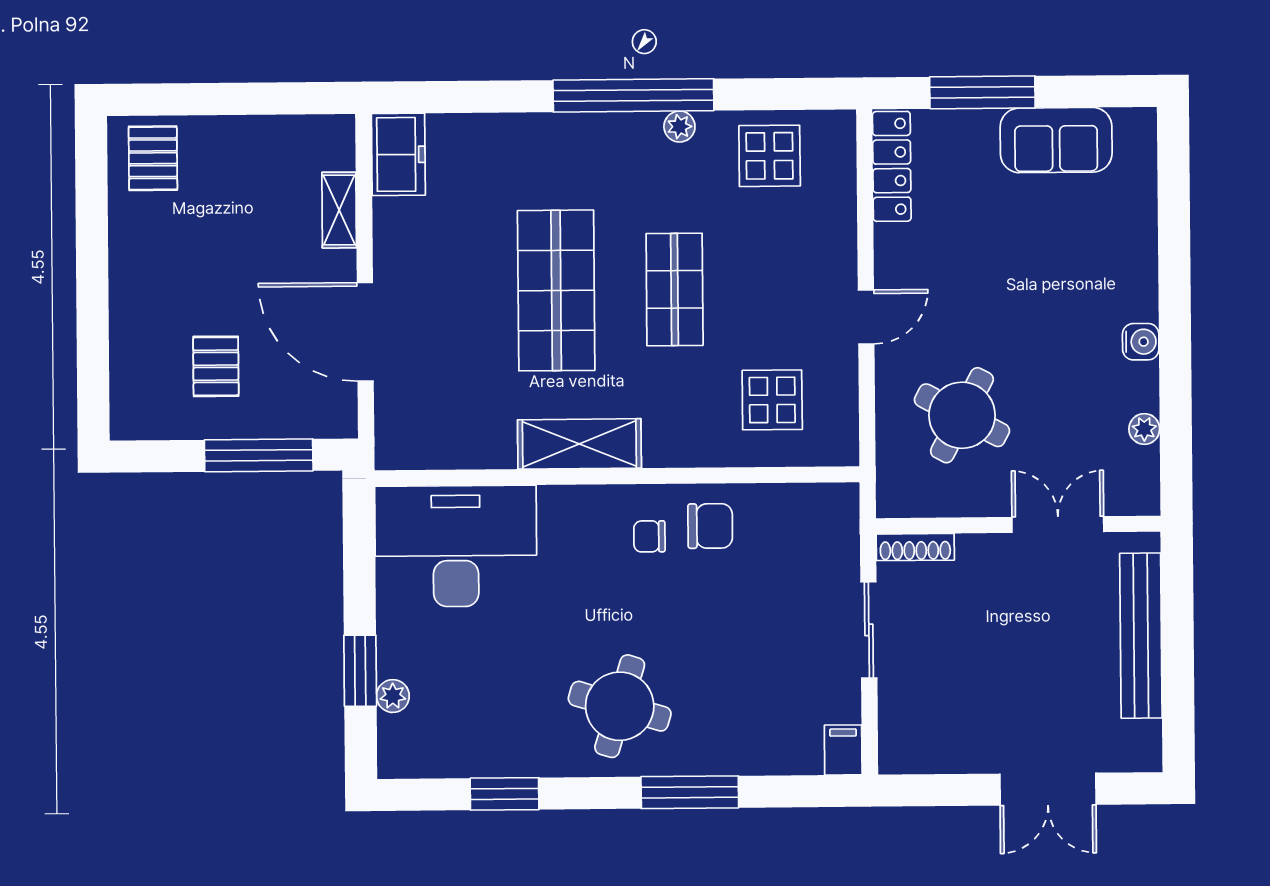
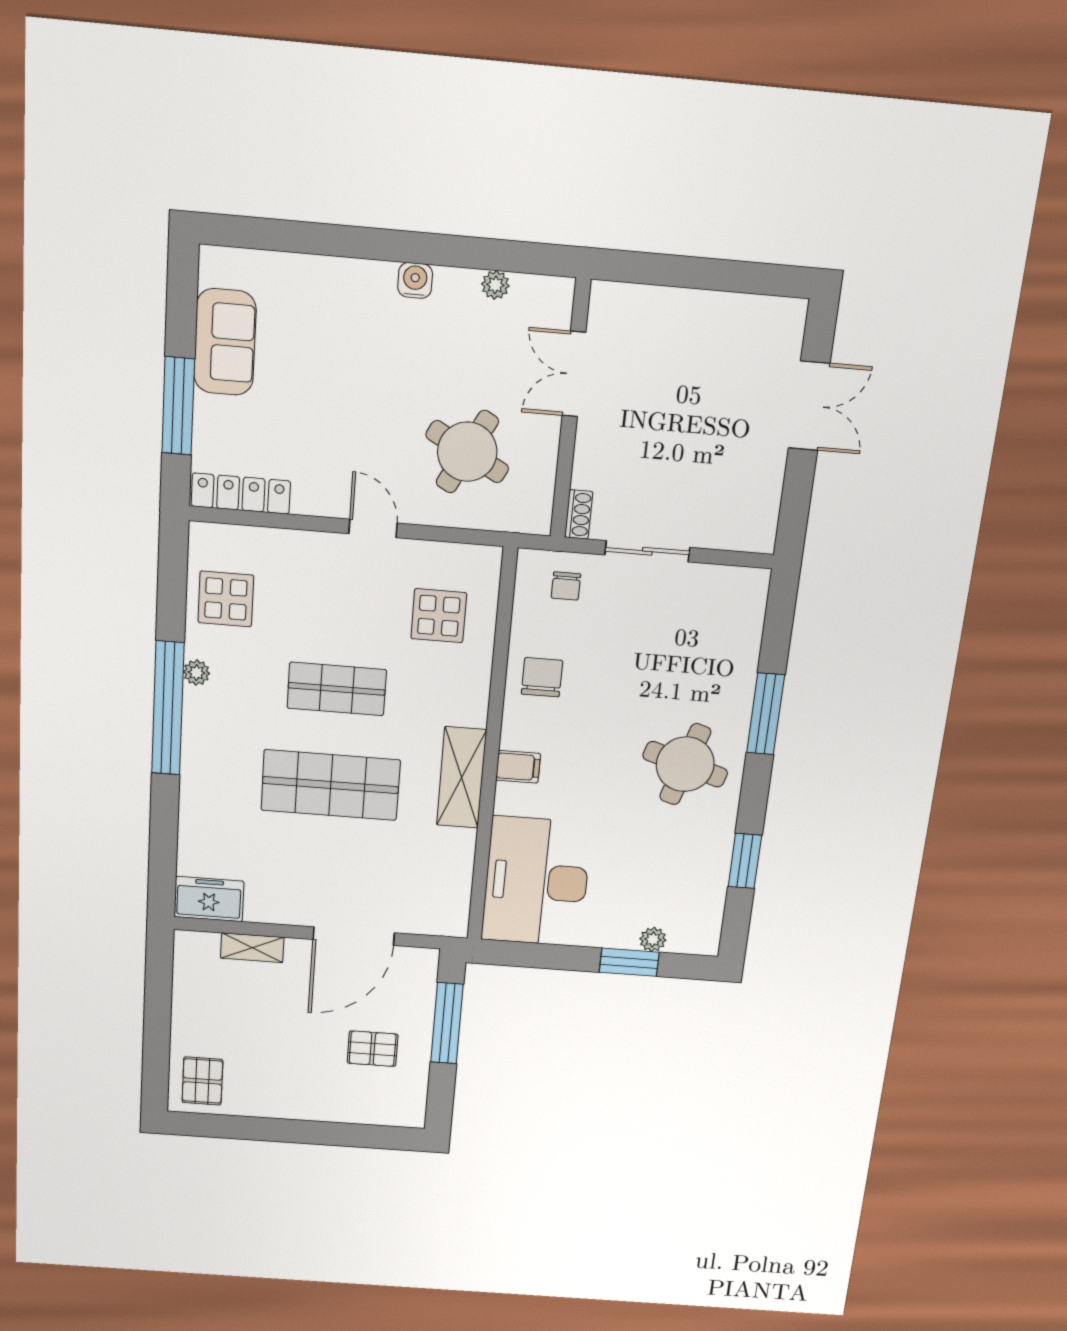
pallet: (153, 158) -> (202, 1081), turned 90
chair: (649, 536) -> (566, 586), moved
shoe rack: (915, 547) -> (579, 514), width x0.70
bench: (1141, 636) -> (683, 307), removed
filing cabinet: (843, 750) -> (518, 767), moved, turned 180

